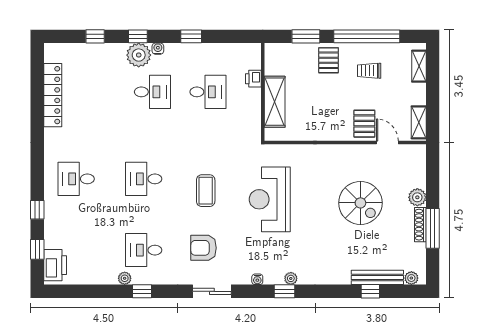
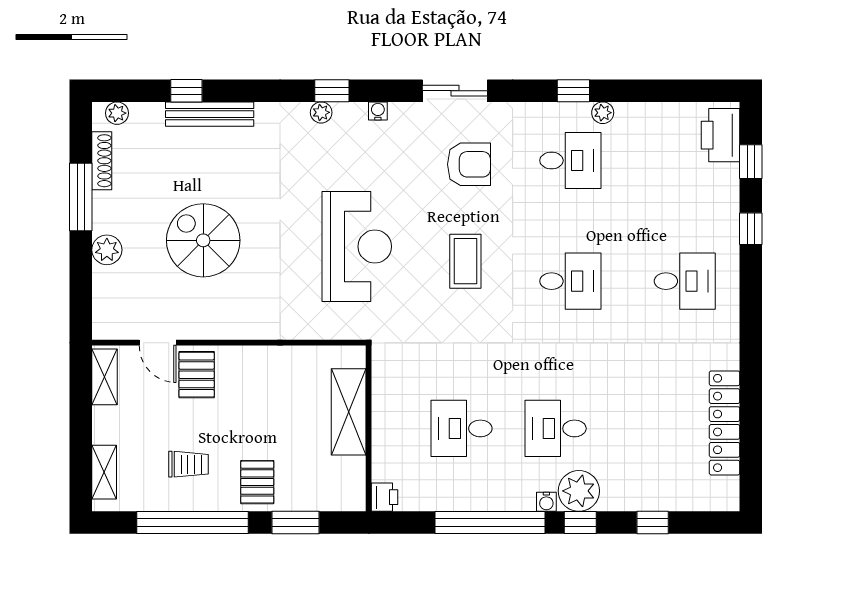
window: (191, 36) -> (490, 523), width x3.17
printer: (253, 79) -> (385, 497), moved
shoe rack: (420, 225) -> (102, 161), moved
bench: (377, 277) -> (210, 114), moved

